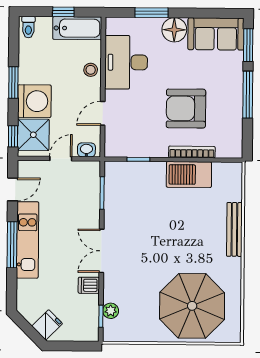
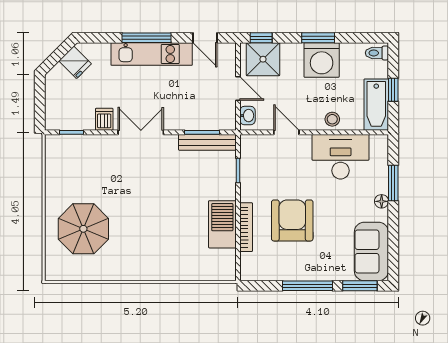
floor lamp: (174, 30) -> (382, 201), width x0.53, depth x0.53
washing machine: (34, 101) -> (322, 60), moved
bench: (234, 229) -> (207, 142), moved
parasol: (192, 306) -> (83, 229), width x0.73, depth x0.73
plant: (111, 311) -> (77, 143), removed
fridge: (47, 325) -> (75, 62), moved

